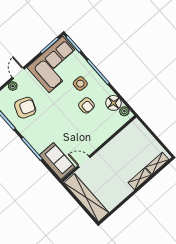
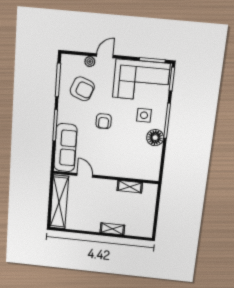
floor lamp: (114, 103) -> (155, 138), moved
armchair: (86, 105) -> (104, 121), moved
plant: (124, 111) -> (154, 171), removed
sofa: (57, 161) -> (65, 148), width x1.36
shelving: (157, 163) -> (130, 187), moved

